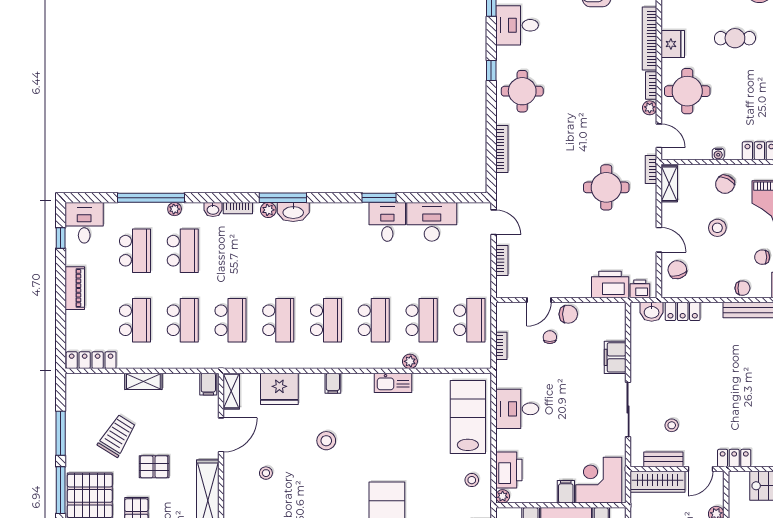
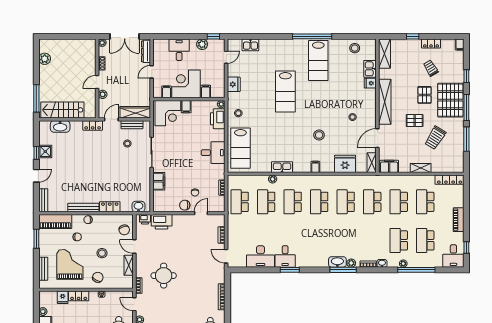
shelving: (669, 184) -> (129, 265), moved
locker: (683, 311) -> (110, 207), moved
filing cabinet: (208, 384) -> (389, 166), width x2.00

